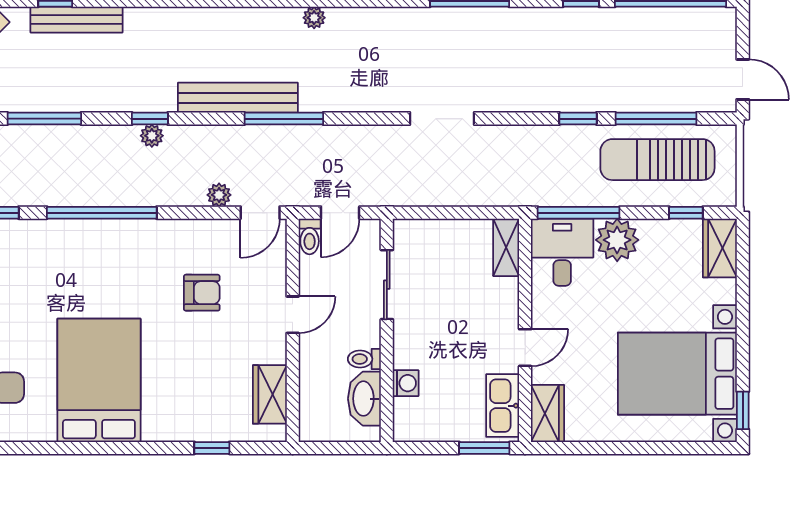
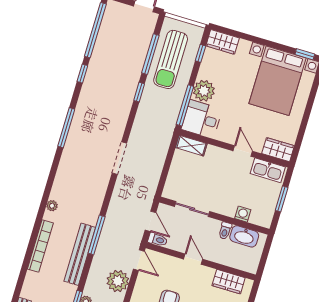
bookcase: (231, 18) -> (40, 246), added
plant: (219, 195) -> (118, 281), width x1.88, depth x1.88
window: (484, 448) -> (282, 199), moved

